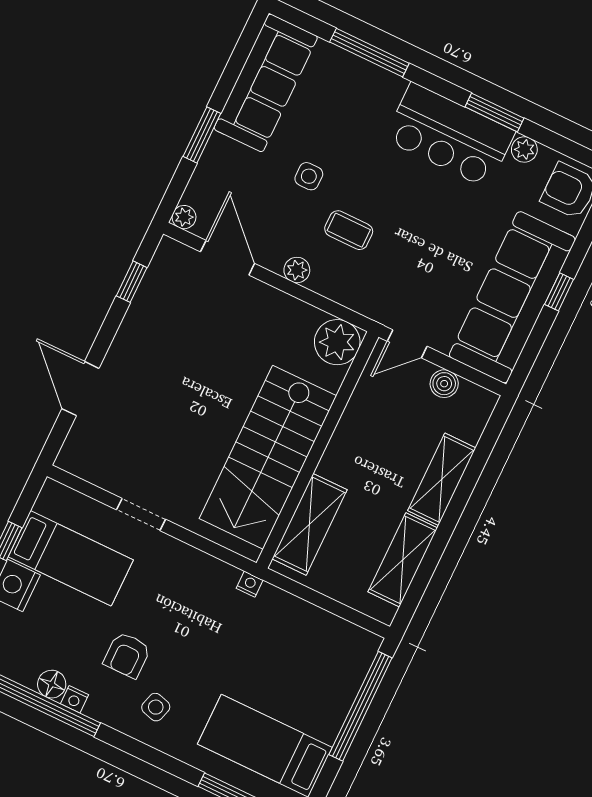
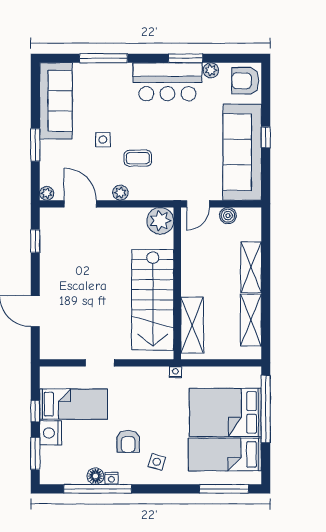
bed: (296, 682) -> (225, 412), added

